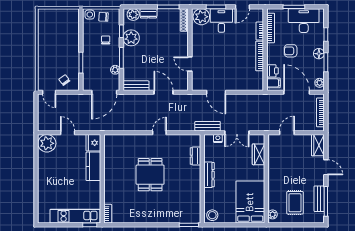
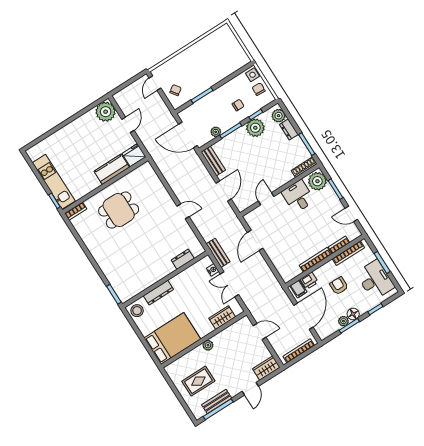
desk: (221, 21) -> (298, 196), moved, turned -90
plant: (320, 83) -> (343, 321), moved
dining table: (150, 175) -> (119, 210), moved
dresser: (209, 175) -> (158, 293), moved
plant: (273, 214) -> (208, 345), moved

